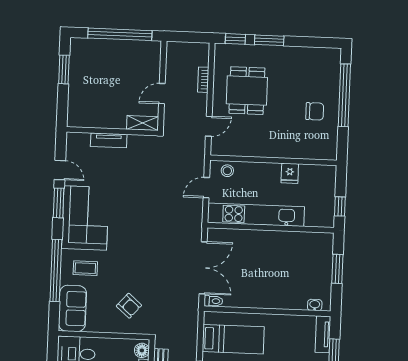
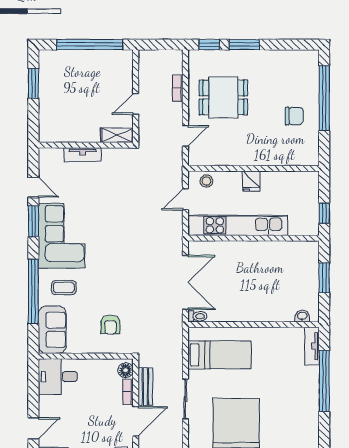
dining table: (247, 91) -> (223, 97), turned 90
fridge: (290, 173) -> (251, 181), moved
armchair: (129, 306) -> (110, 325), turned 49

